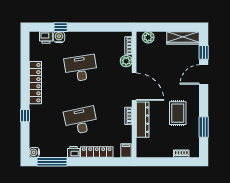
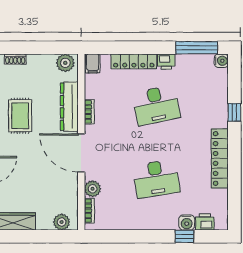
plant: (146, 151) -> (65, 63), added

